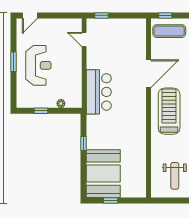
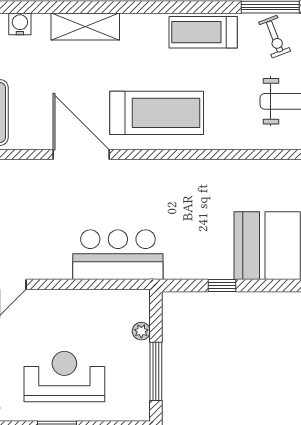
window: (41, 111) -> (156, 371), width x2.17
treadmill: (169, 111) -> (157, 113), turned 180

